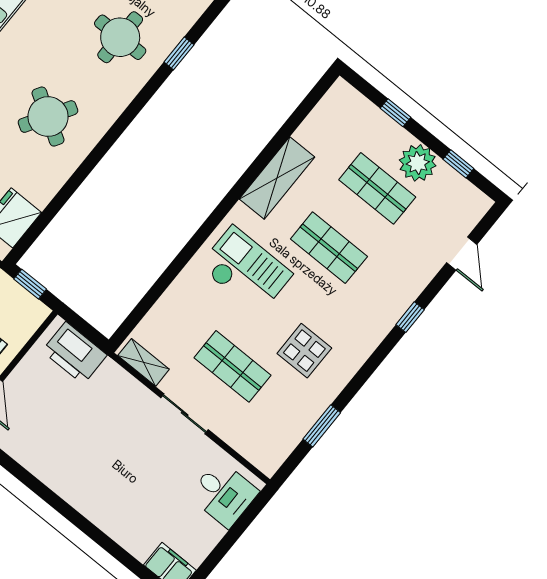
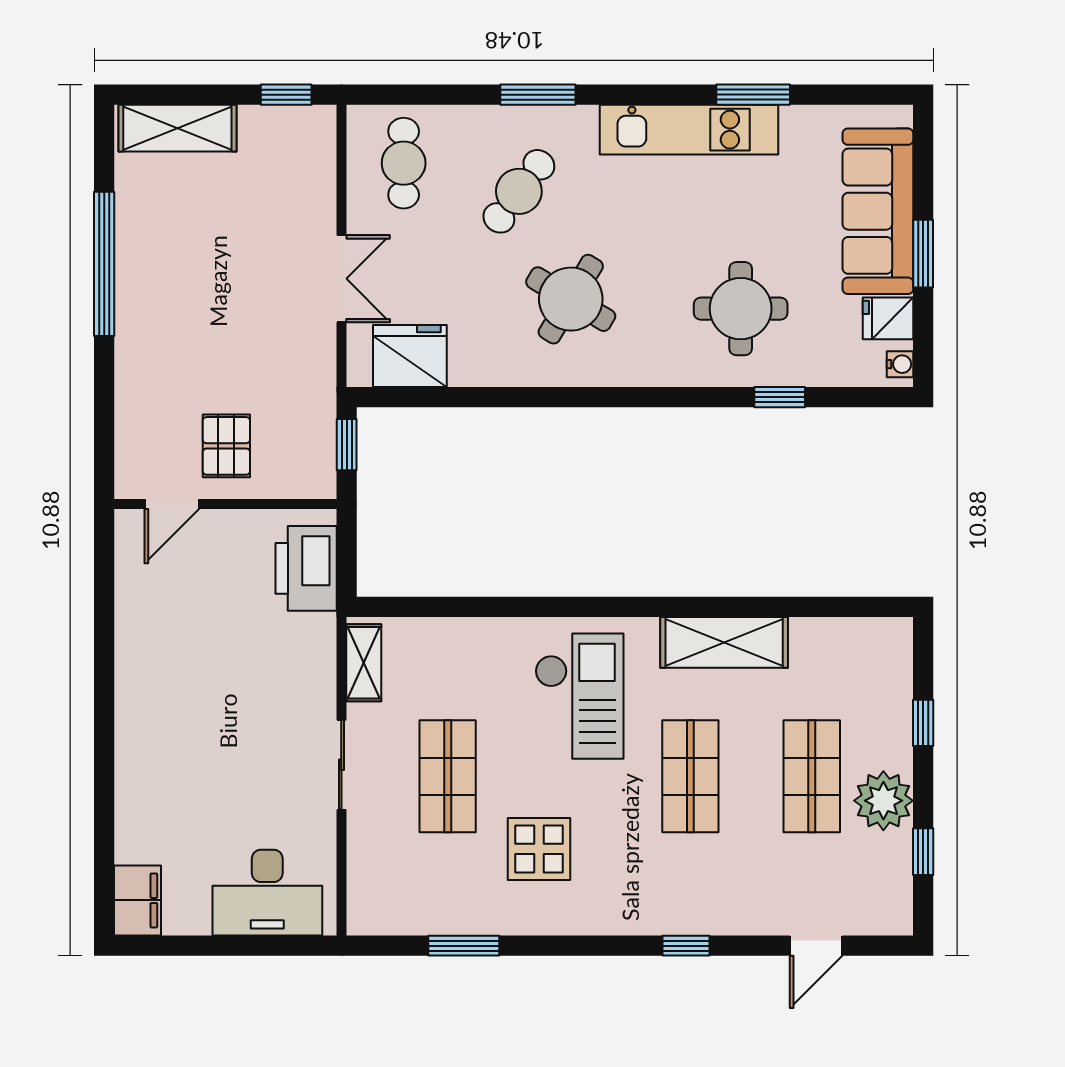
desk: (224, 494) -> (267, 893), width x1.37

